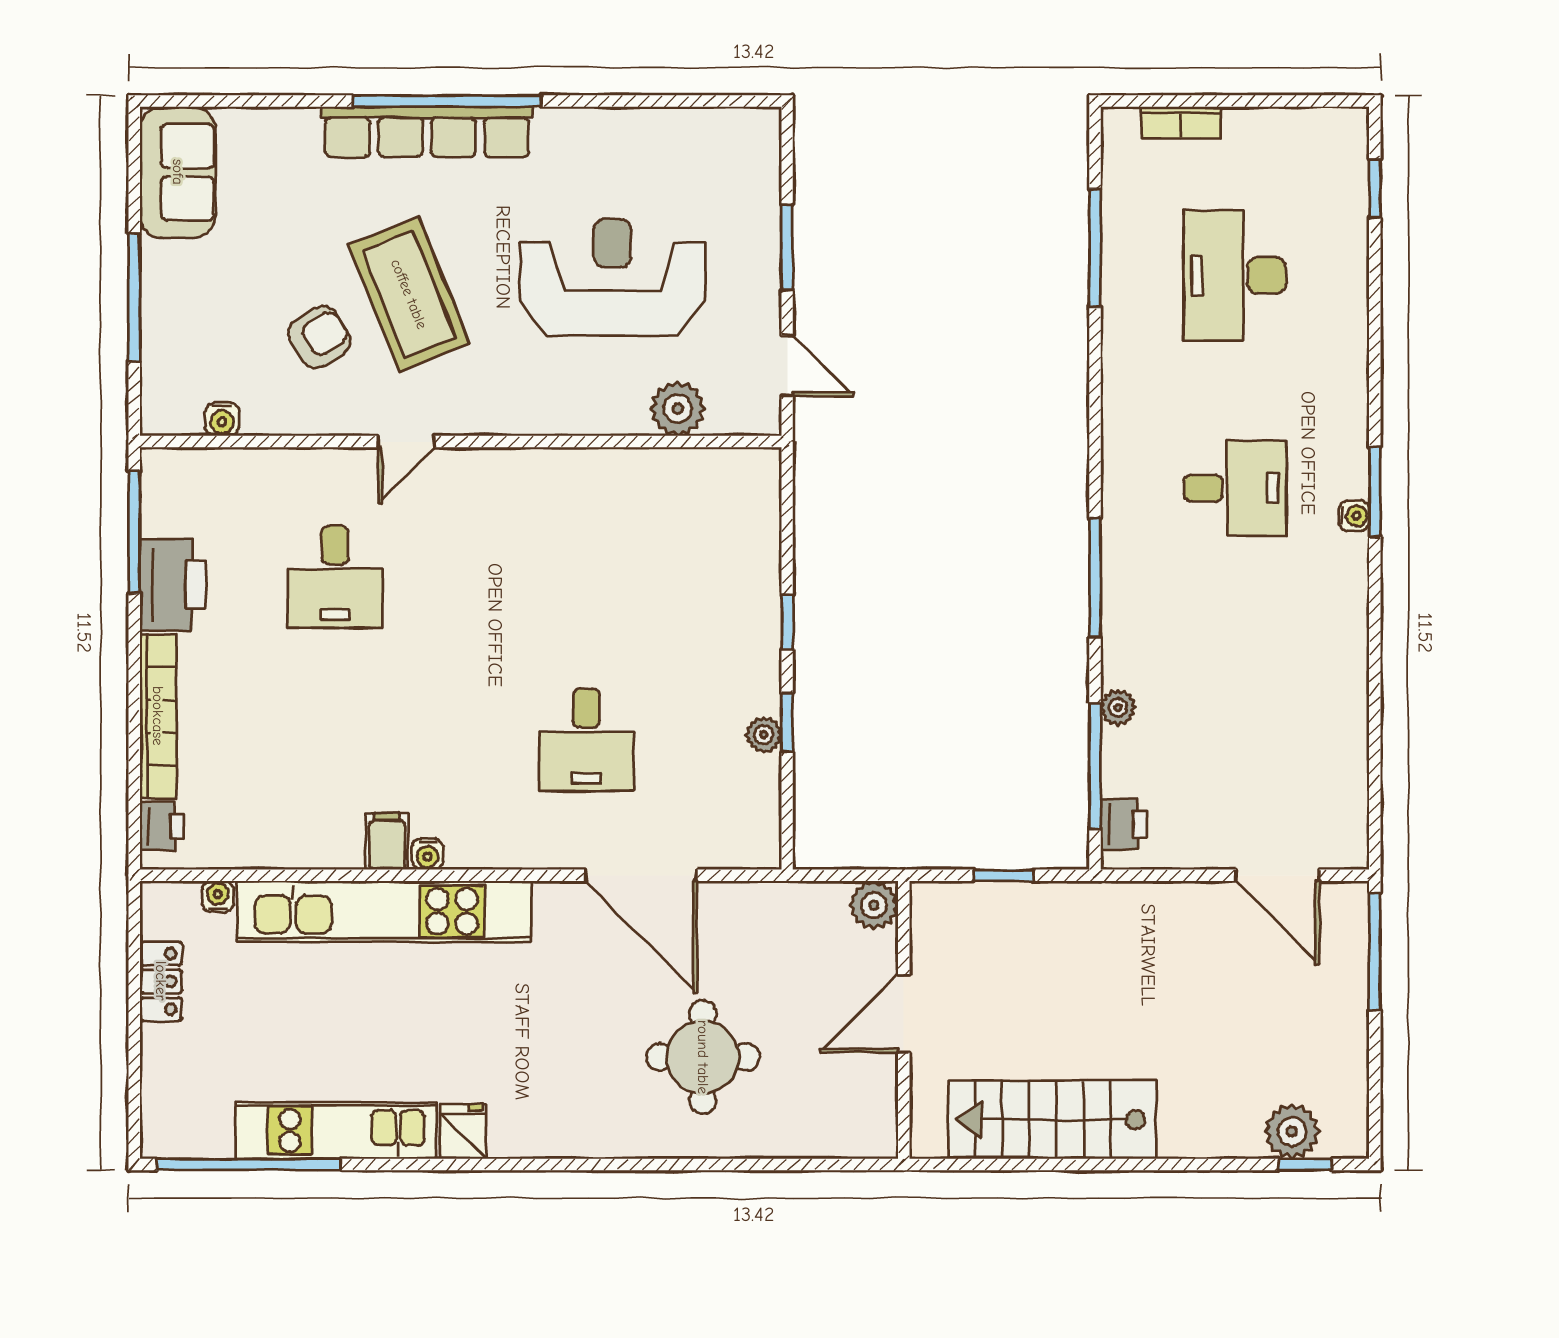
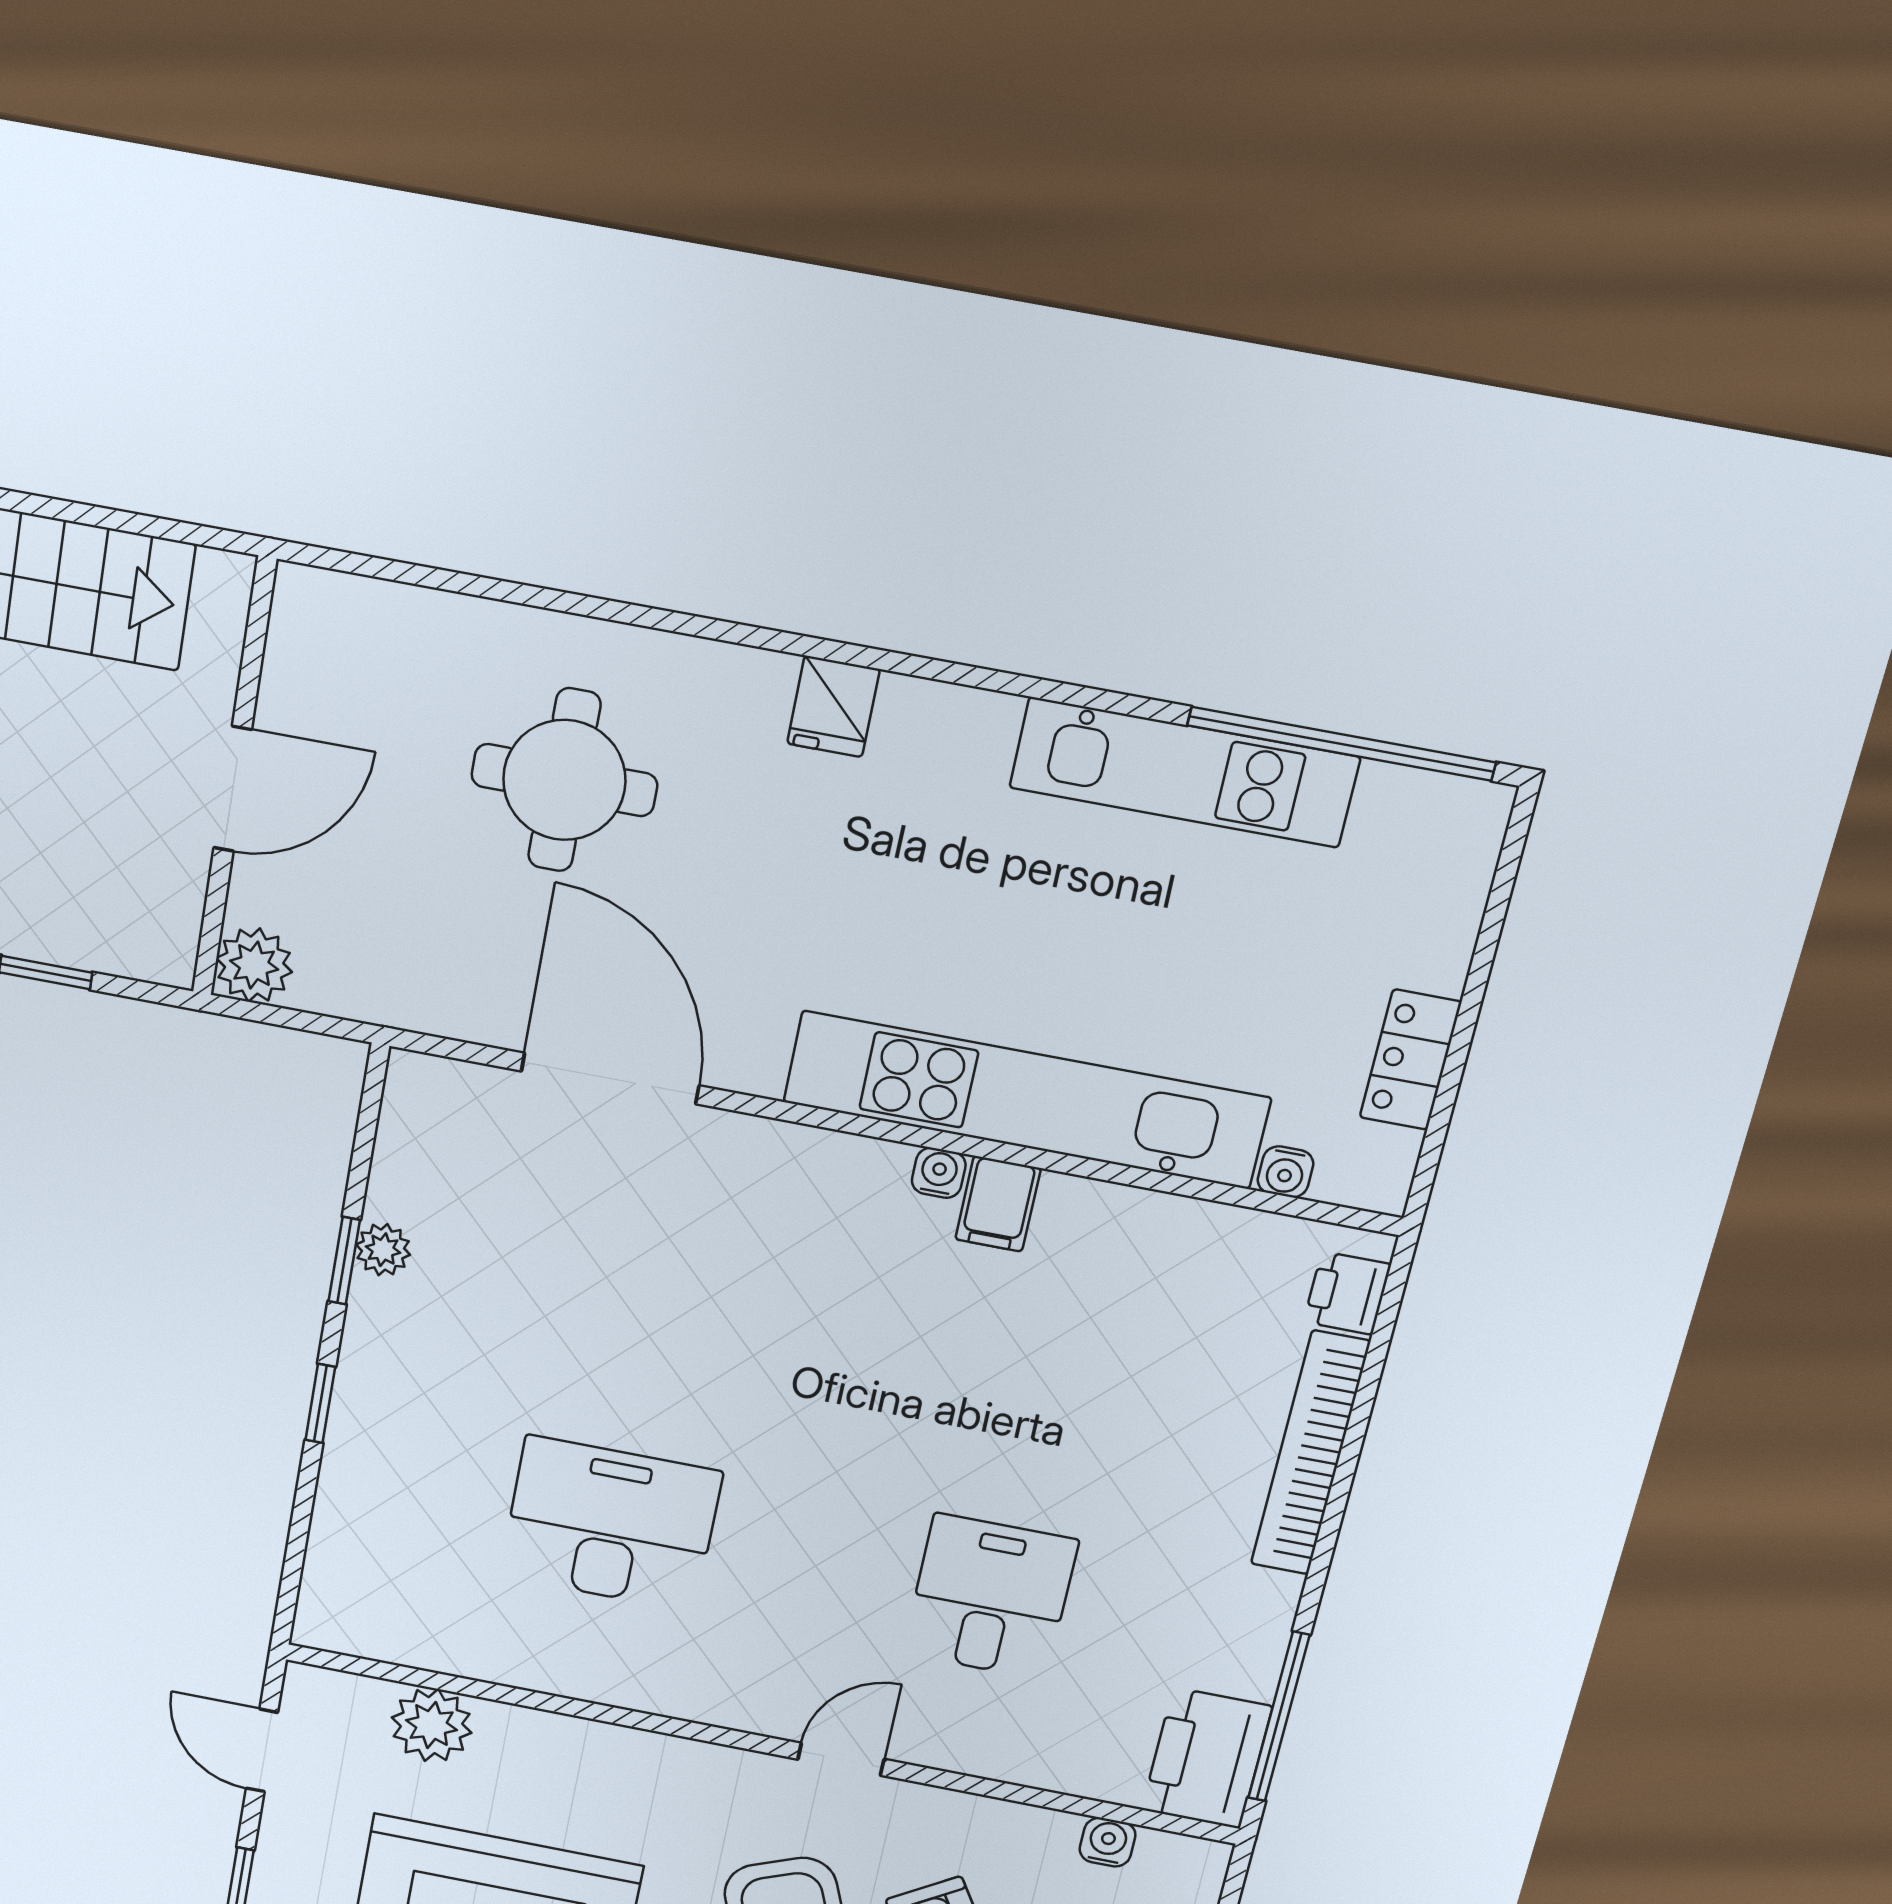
printer: (173, 585) -> (1207, 1758), moved
desk: (586, 740) -> (611, 1524), moved, width x1.37
fridge: (463, 1131) -> (833, 706), moved

